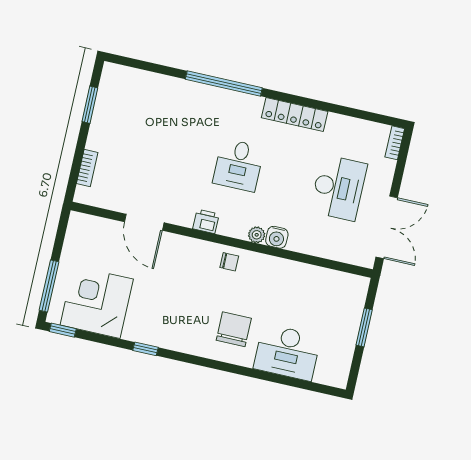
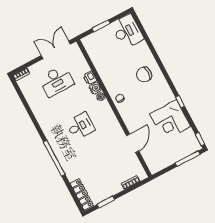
locker: (295, 115) -> (82, 194), moved
desk: (338, 188) -> (56, 81), turned 180
printer: (206, 221) -> (90, 78), moved
corner desk: (97, 302) -> (170, 120), moved
desk: (287, 352) -> (127, 31), moved

